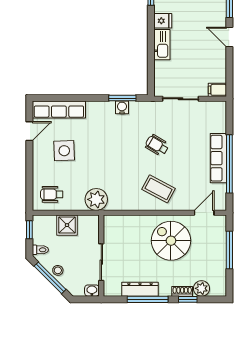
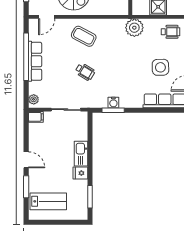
plant: (220, 111) -> (34, 99), added

